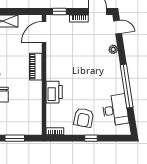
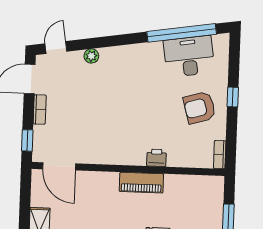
piano: (36, 67) -> (141, 183), moved
window: (127, 86) -> (182, 33), moved
printer: (54, 92) -> (157, 158), width x0.53, depth x0.68
armchair: (84, 118) -> (199, 108), turned 153

